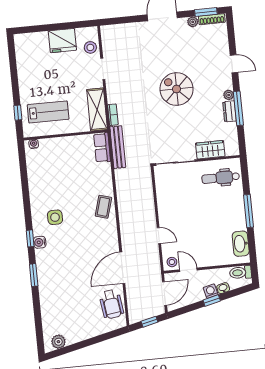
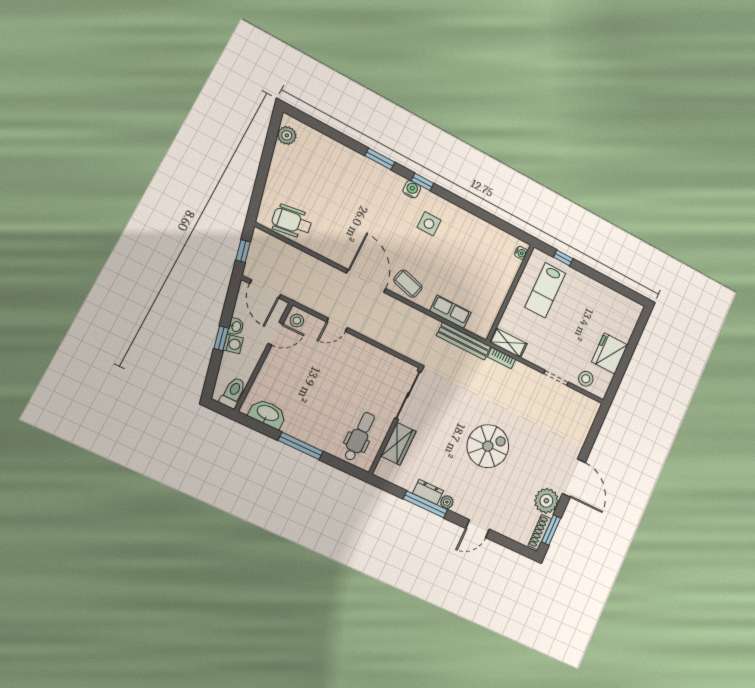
plant: (193, 22) -> (546, 501), width x1.87, depth x1.87
shelving: (97, 110) -> (508, 343), width x0.67, depth x0.75
row of seats: (102, 148) -> (450, 312), moved
door: (122, 268) -> (366, 281), moved
washbasin: (223, 288) -> (236, 326), moved

